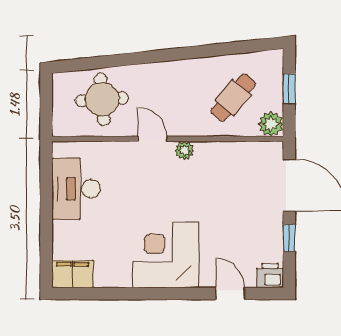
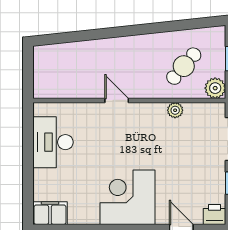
round table: (102, 99) -> (74, 68), removed
plant: (184, 151) -> (175, 110), moved

